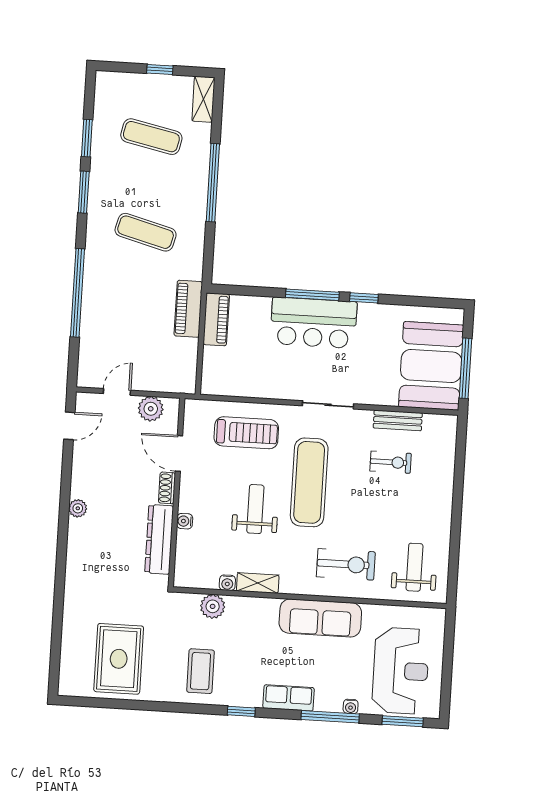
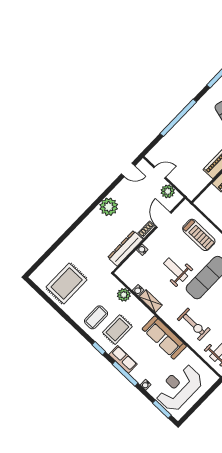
plant: (78, 508) -> (109, 207), width x1.87, depth x1.87
weight bench: (255, 509) -> (176, 270), turned -90
rug: (245, 663) -> (117, 330), added
reception desk: (401, 671) -> (179, 388), turned 180
window: (330, 717) -> (125, 374), moved

